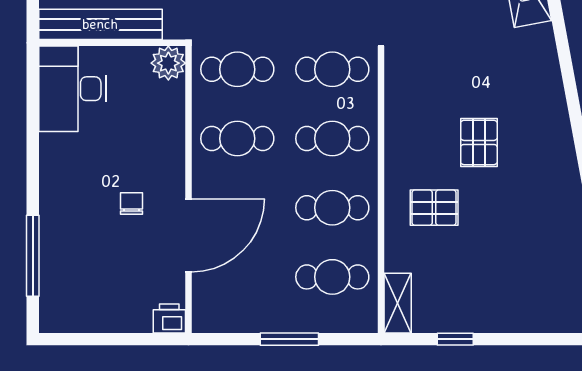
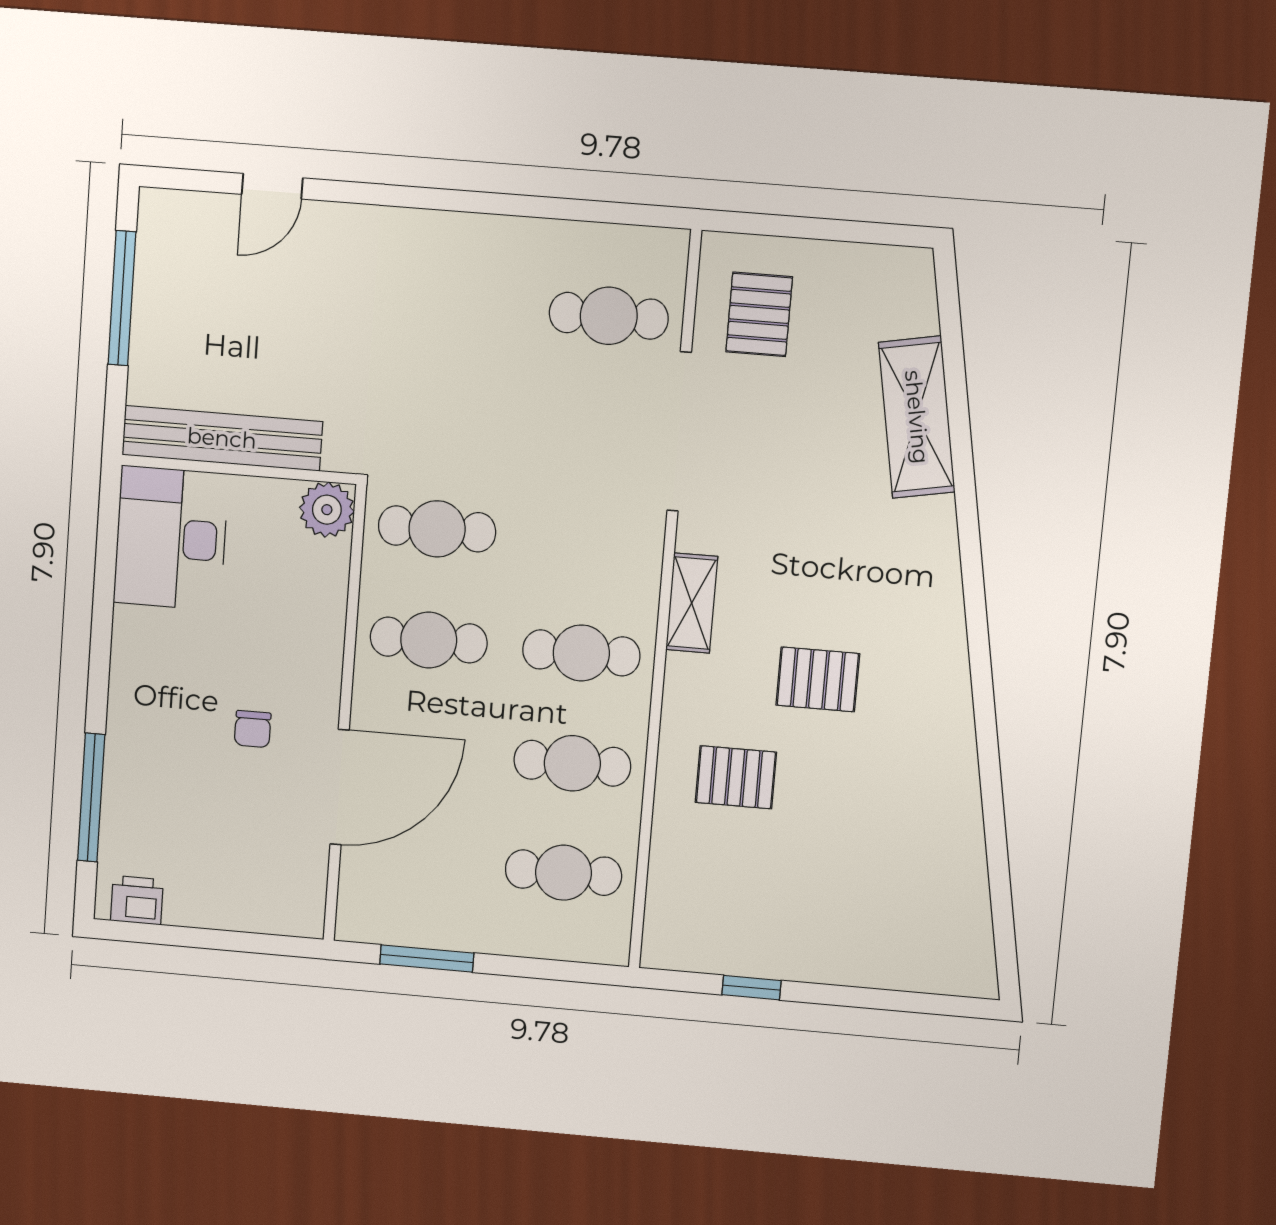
cafe table: (332, 69) -> (590, 542), removed
pallet: (479, 142) -> (818, 679), turned 90
chair: (132, 204) -> (253, 729), turned 180
shelving: (398, 303) -> (692, 603), moved
printer: (169, 318) -> (137, 900), moved
window: (289, 339) -> (427, 958), moved

